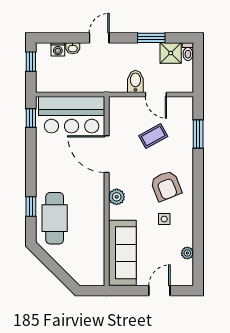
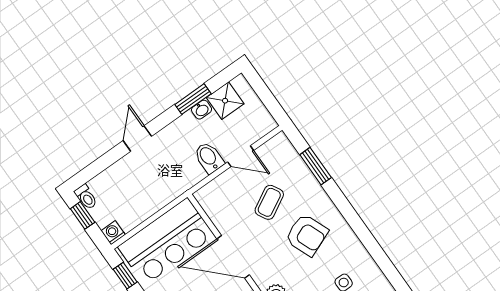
washbasin: (73, 48) -> (202, 110), moved
washing machine: (58, 49) -> (113, 233), moved, turned 180
toilet: (188, 52) -> (86, 197), moved
armchair: (166, 186) -> (307, 235), moved

